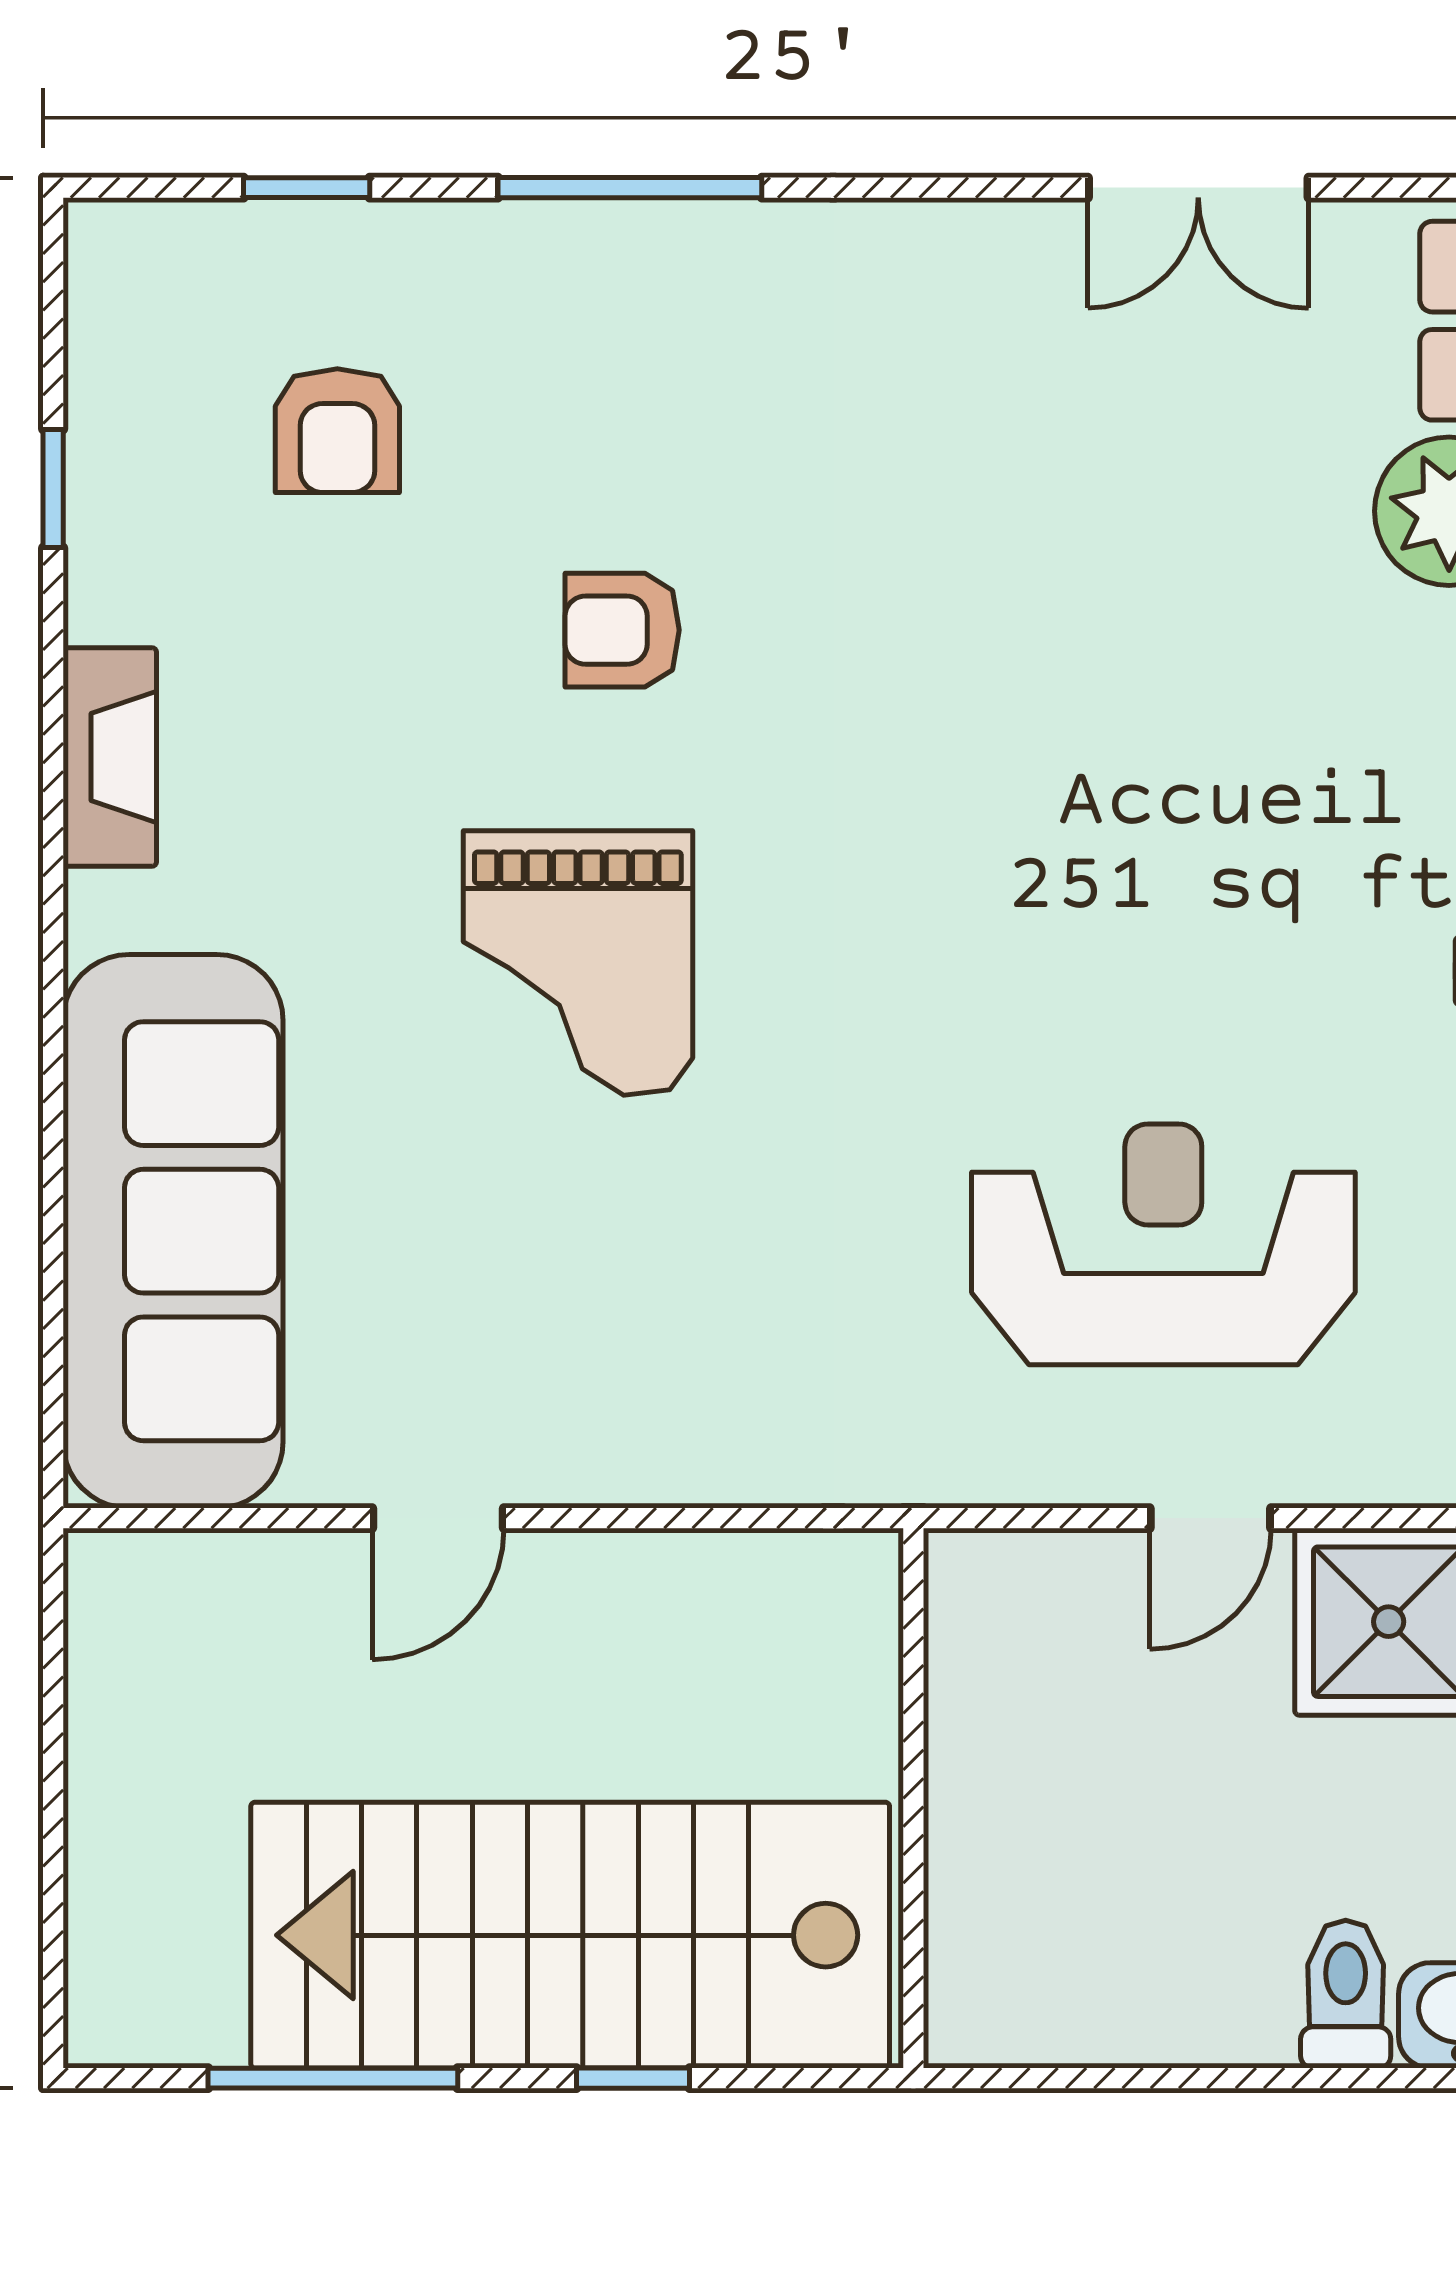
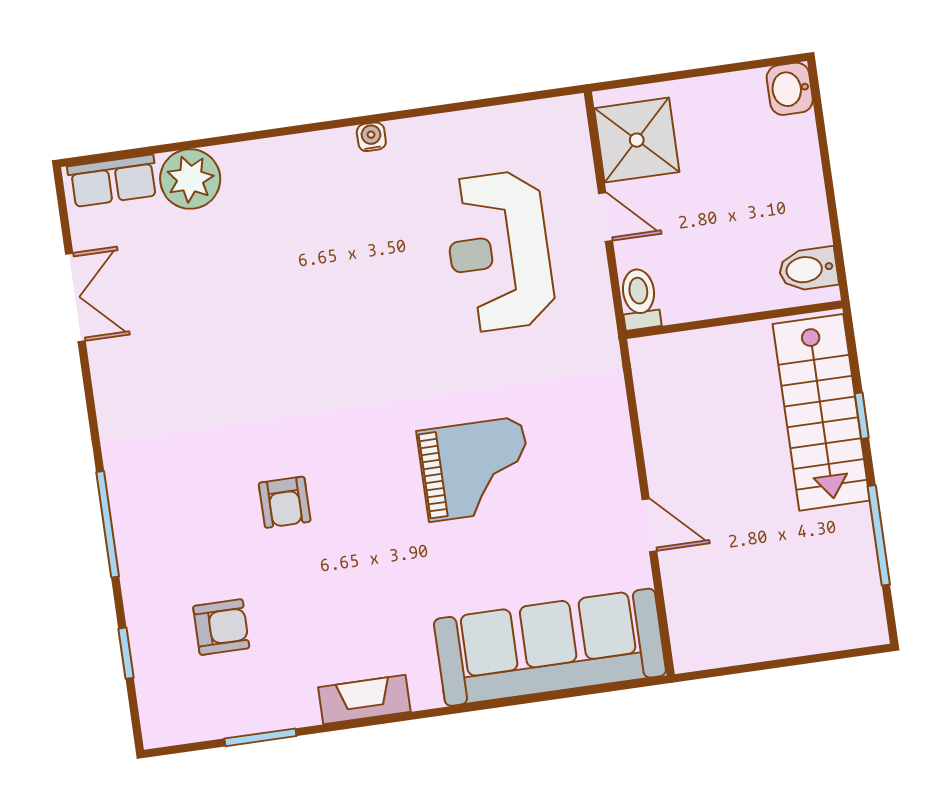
window: (53, 488) -> (260, 737), width x1.50
grand piano: (578, 963) -> (475, 469), moved
stairs: (570, 1935) -> (821, 412), width x0.73, depth x0.66
toilet: (1346, 1994) -> (640, 299), moved, turned 90
bidet: (1012, 1998) -> (808, 269), added

